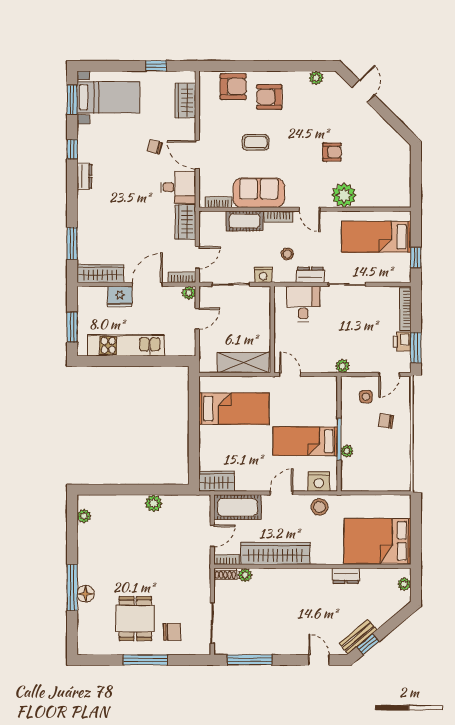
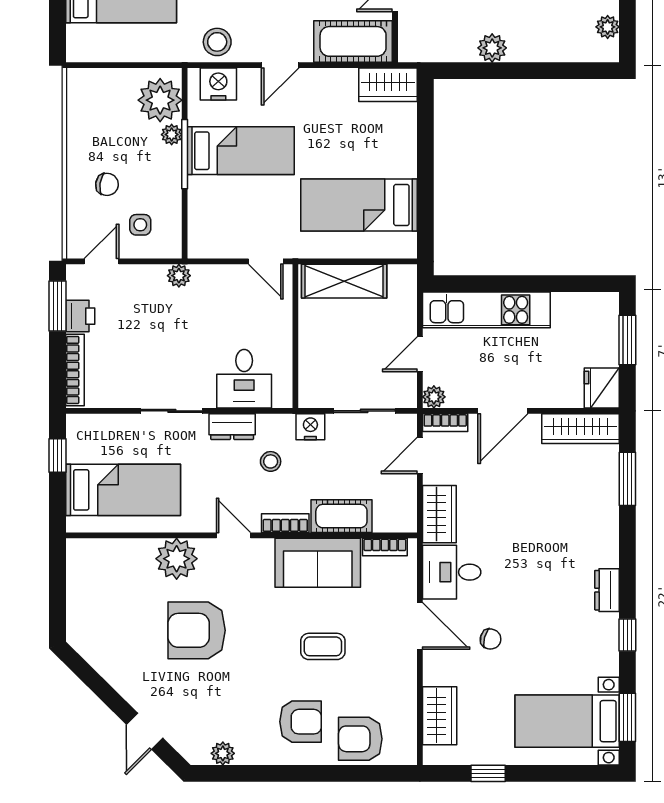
armchair: (332, 152) -> (197, 630), width x1.88, depth x1.88
fridge: (120, 297) -> (602, 388), moved, turned -90
kitchen unit: (126, 345) -> (486, 310), moved
plant: (354, 472) -> (160, 100), added

